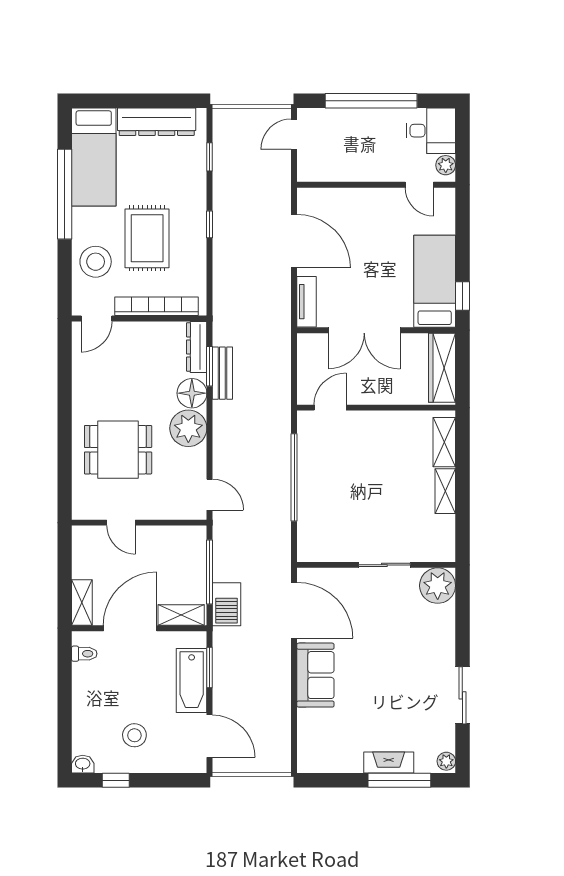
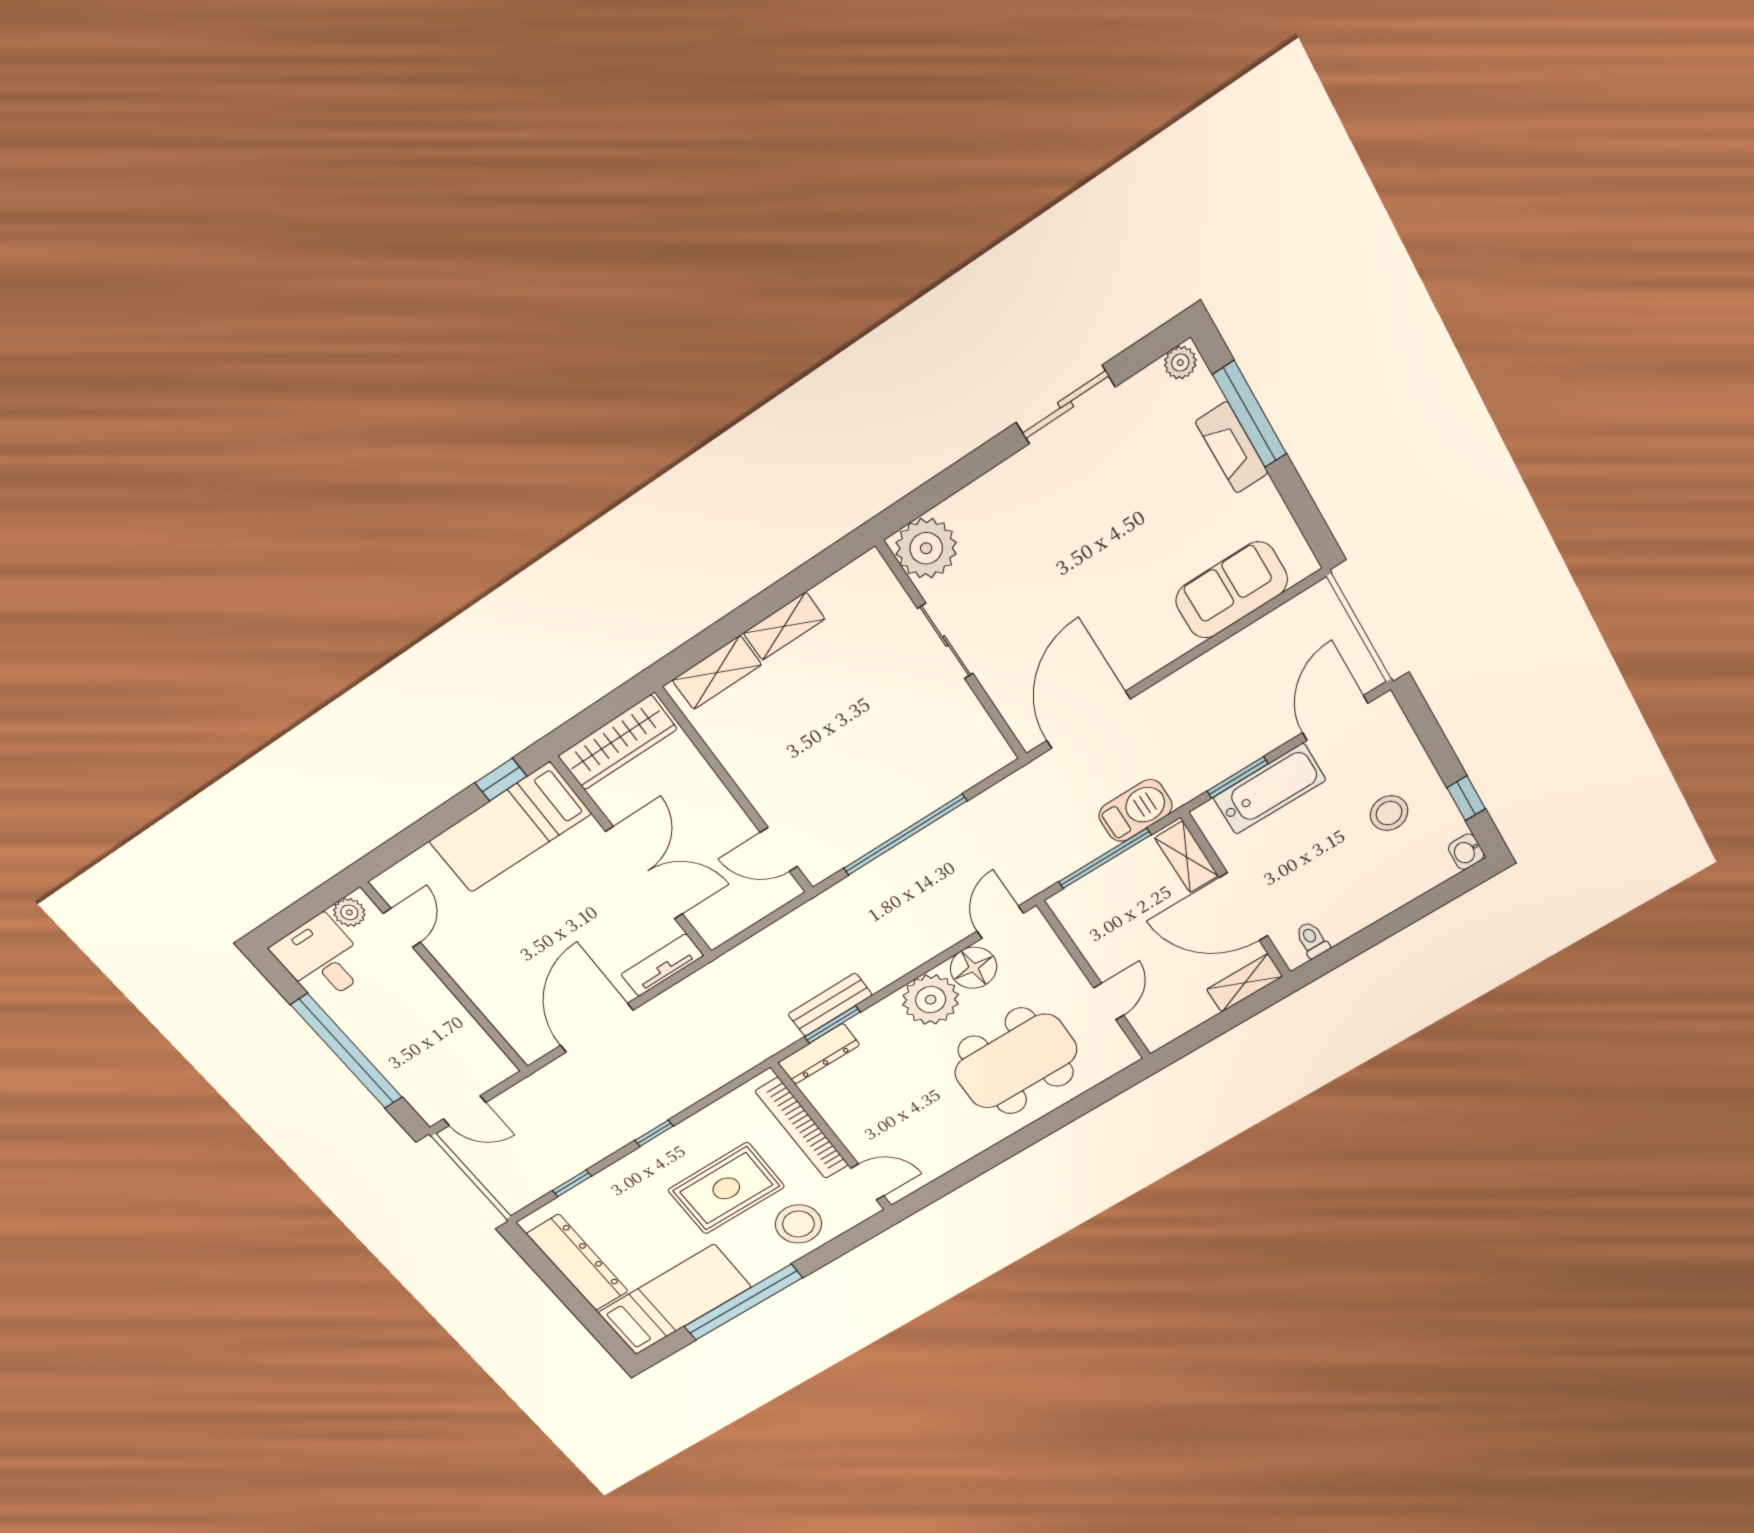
floor lamp: (192, 393) -> (974, 968), moved
dining table: (118, 450) -> (1016, 1061), width x1.37
sofa: (315, 675) -> (1232, 590), moved

